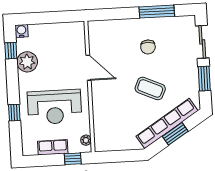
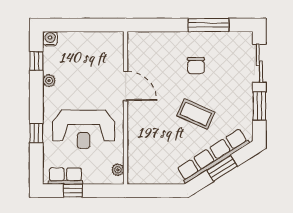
plant: (27, 62) -> (49, 81), width x0.53, depth x0.53
row of seats: (53, 147) -> (65, 176), moved
window: (73, 159) -> (73, 191), moved

